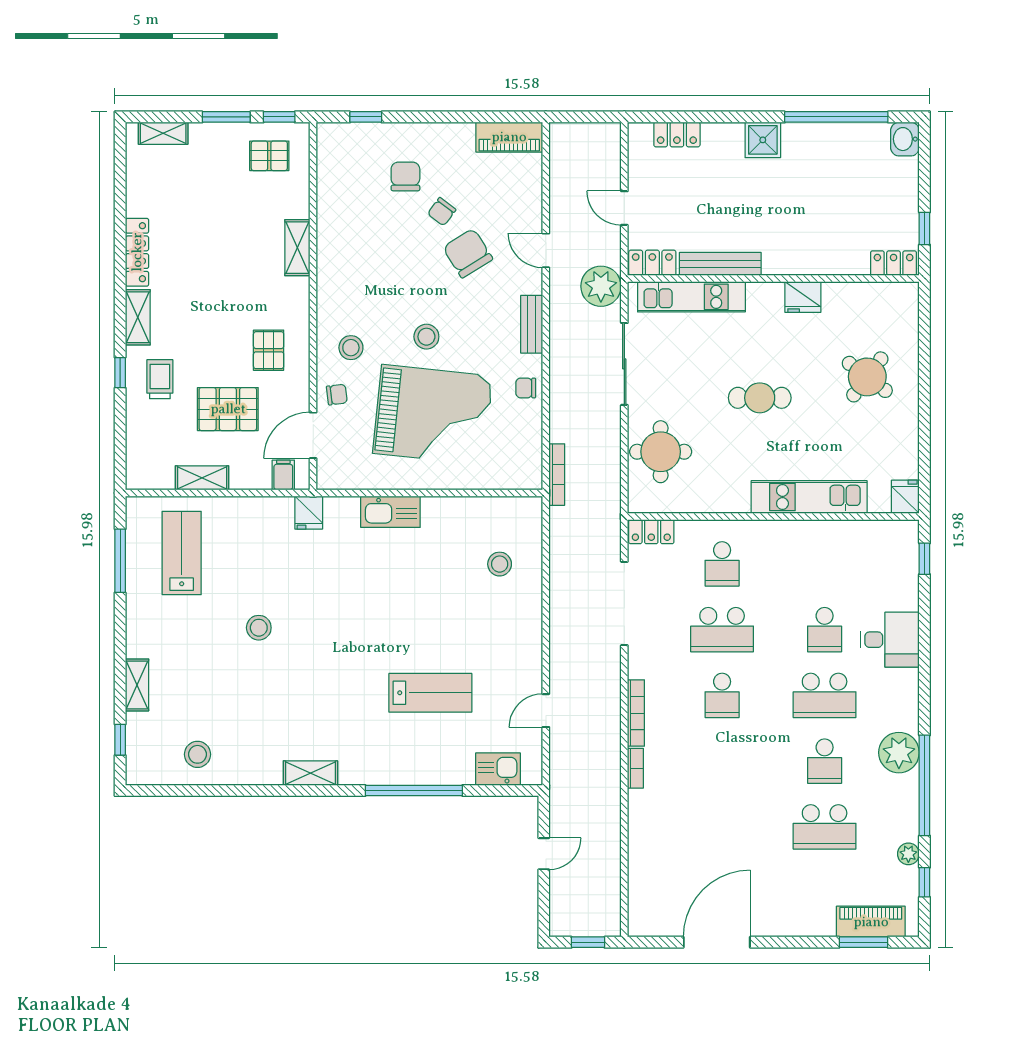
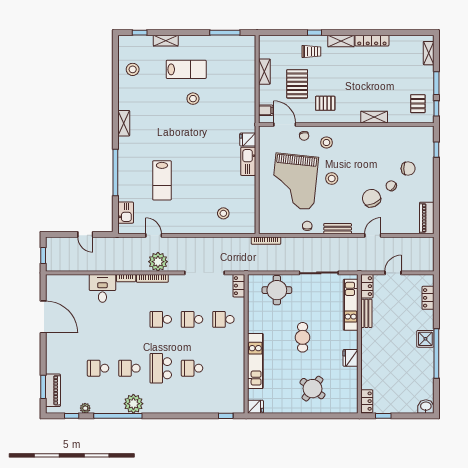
window: (836, 117) -> (436, 353), moved
chair: (468, 253) -> (371, 198), turned -82
bench: (720, 264) -> (366, 313), width x0.73
plant: (601, 286) -> (158, 262), moved
fridge: (309, 513) -> (248, 140), moved
lab bench: (182, 553) -> (186, 69), moved
school desk: (722, 630) -> (192, 319), width x0.54
desk: (890, 640) -> (102, 288), moved, turned 180
school desk: (825, 827) -> (98, 368), width x0.54

